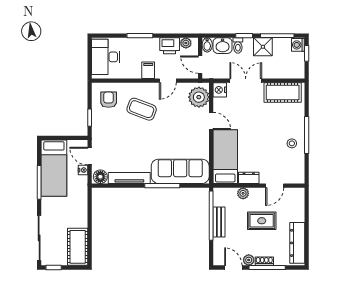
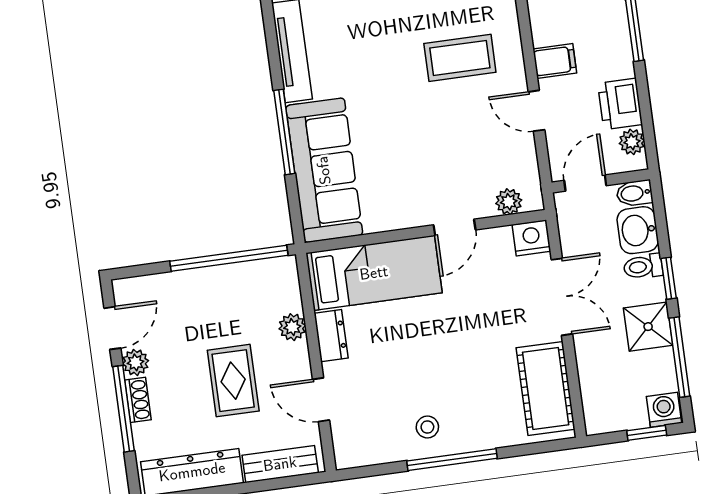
plant: (199, 97) -> (509, 202), width x0.53, depth x0.53
coffee table: (142, 109) -> (460, 58), turned 69
bench: (219, 222) -> (280, 464), moved

